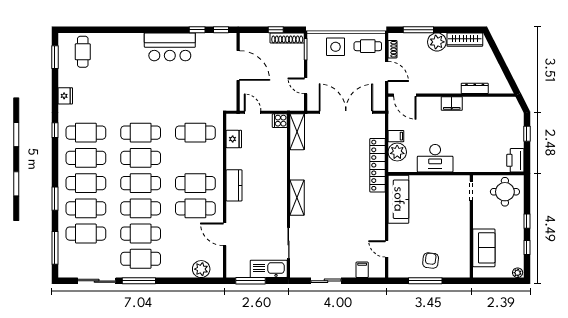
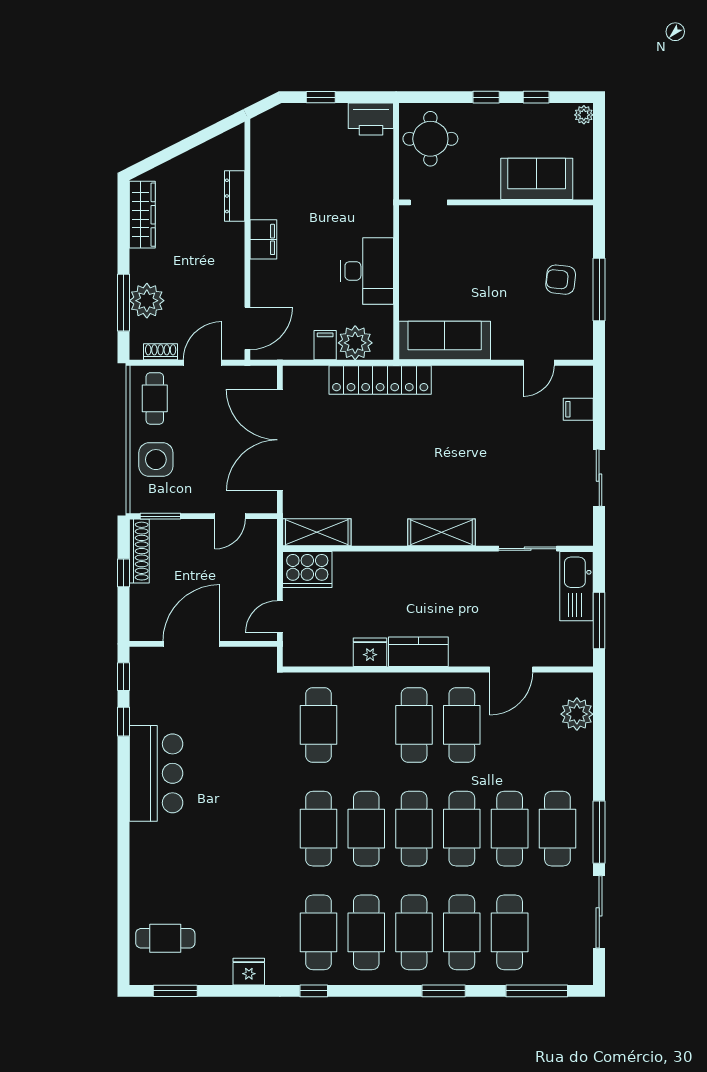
plant: (437, 42) -> (147, 301), moved
cooker: (280, 121) -> (307, 570), width x1.87, depth x1.31
fridge: (234, 139) -> (370, 652), moved

